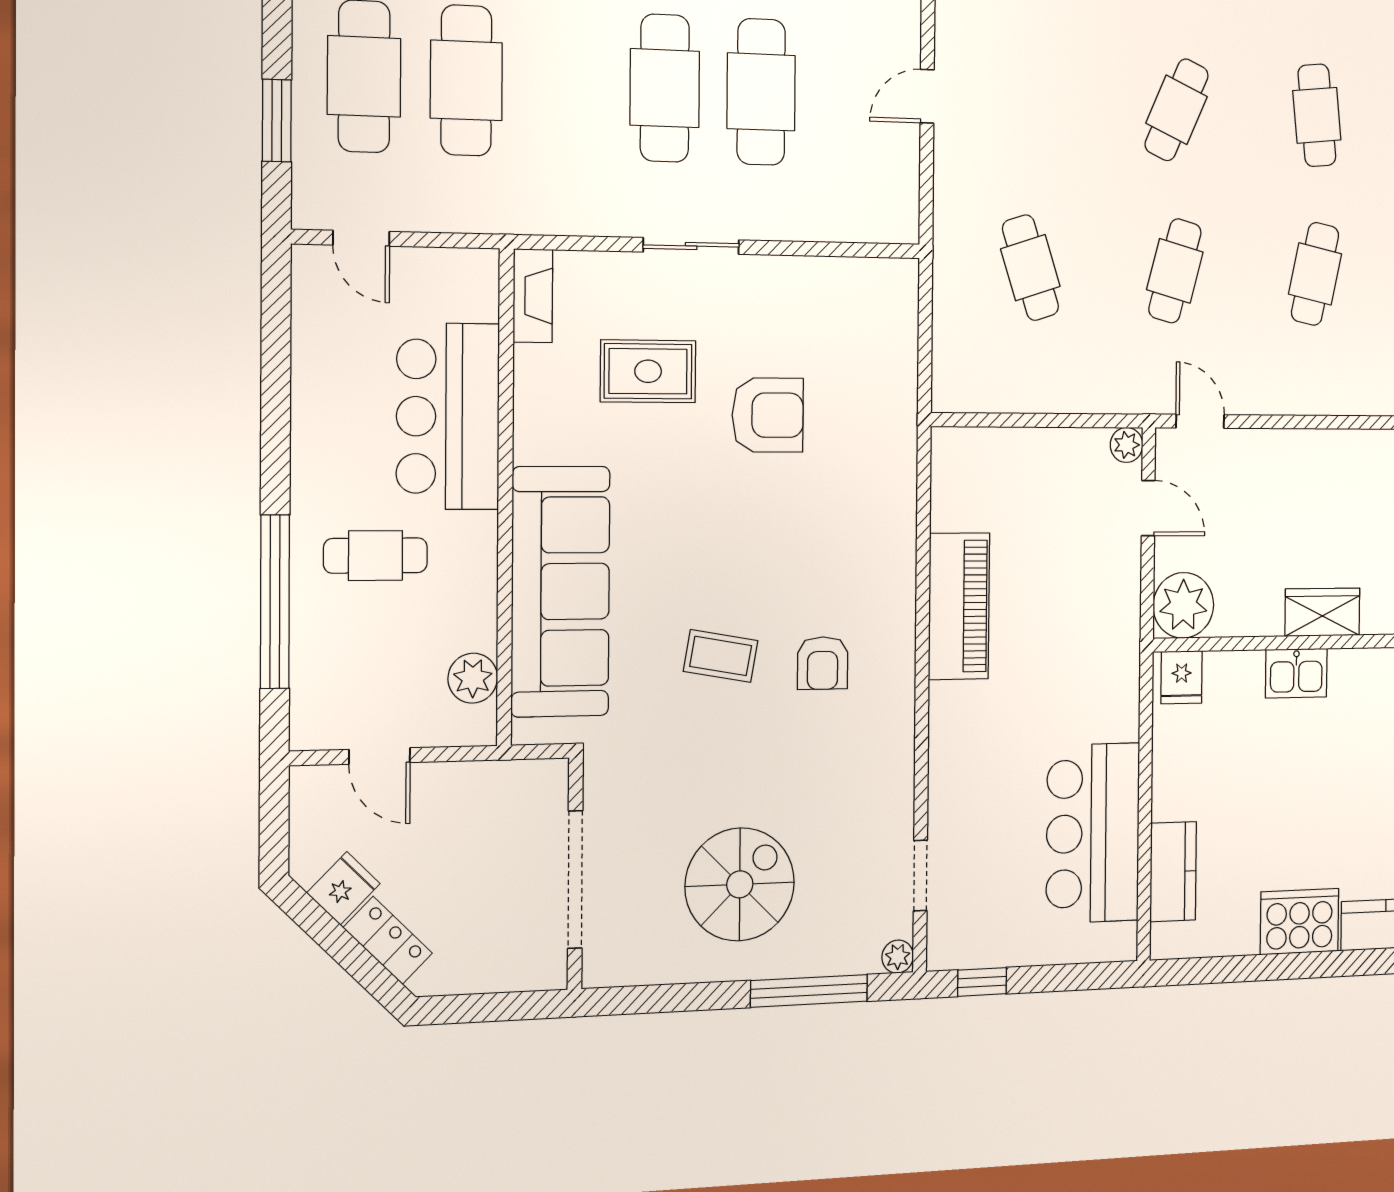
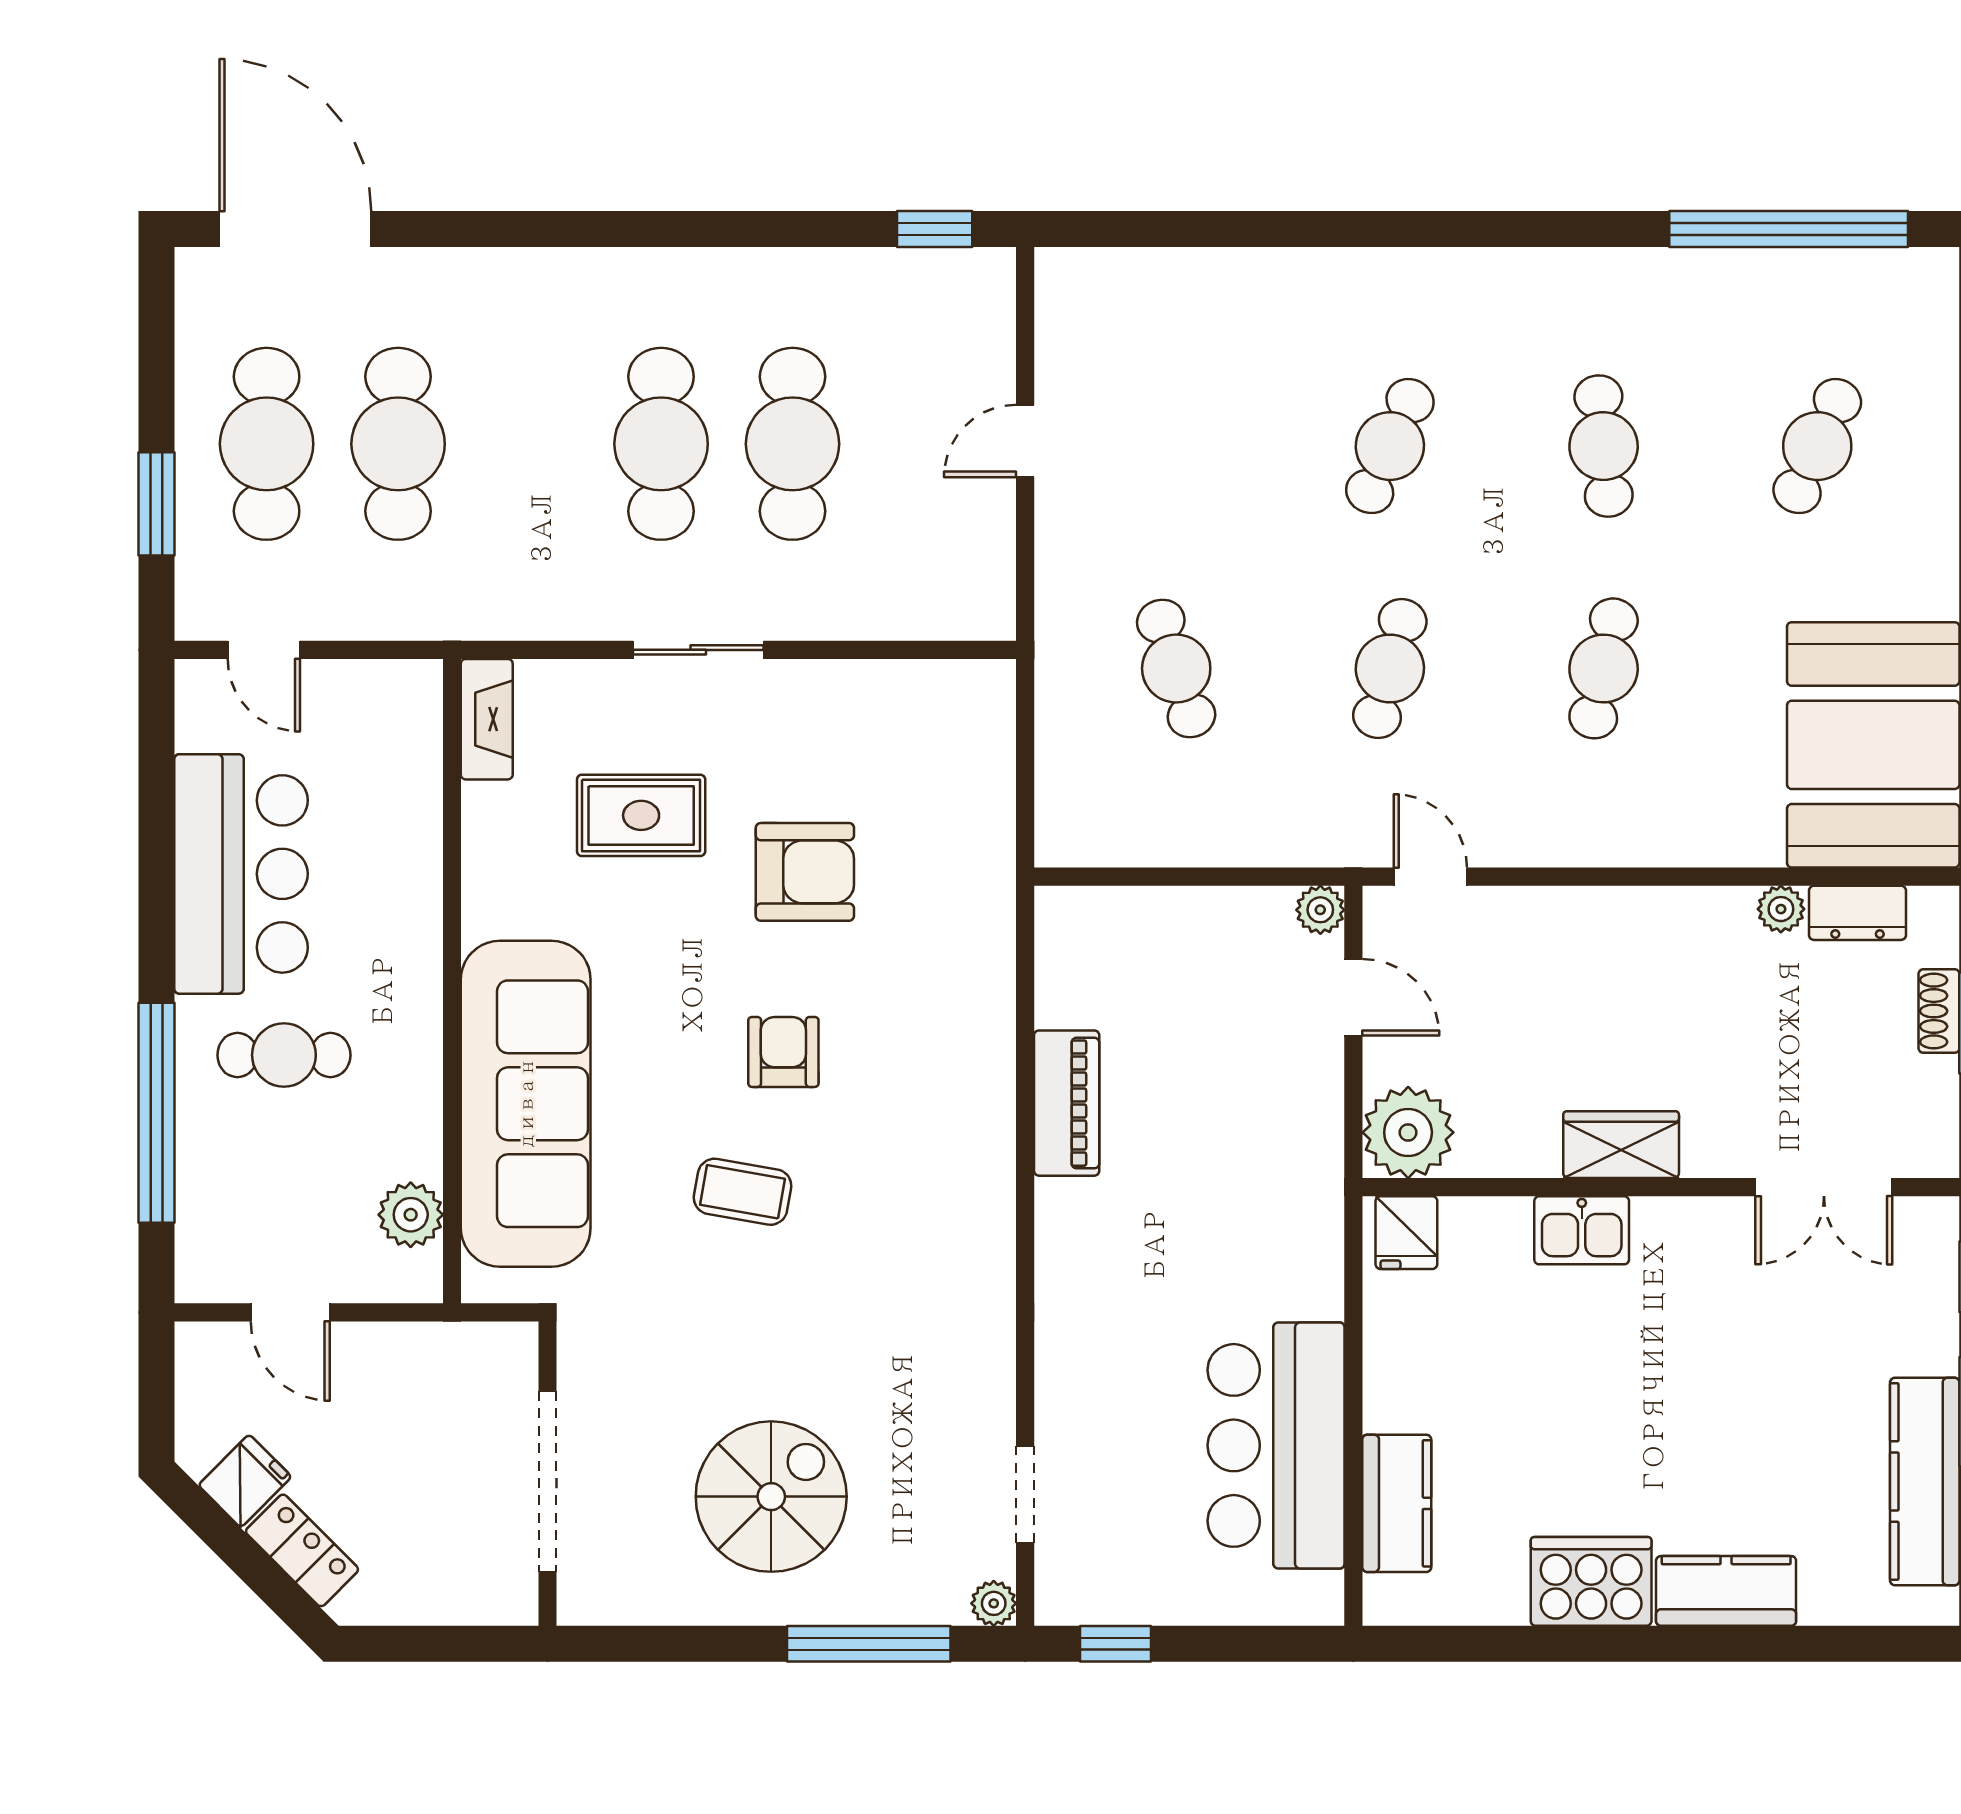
bar counter: (448, 416) -> (241, 874), moved, turned 180
piano: (959, 606) -> (1067, 1103), width x0.73, depth x0.75
armchair: (823, 663) -> (783, 1052), moved, turned 180

